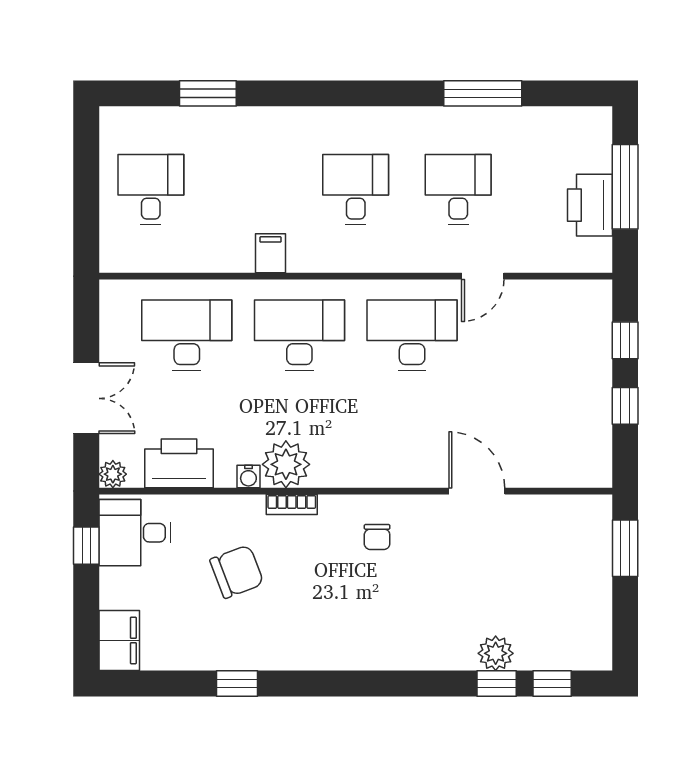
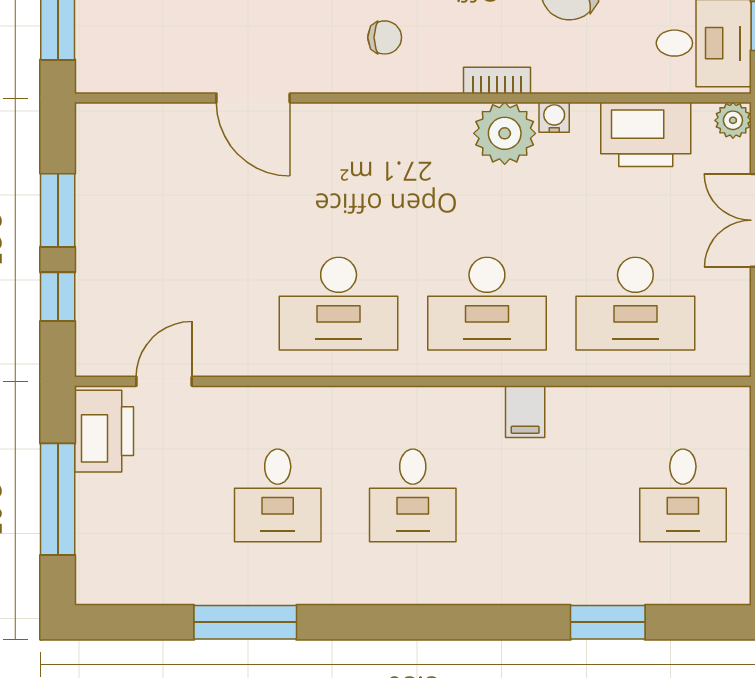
printer: (590, 205) -> (104, 431), moved
door: (483, 276) -> (164, 381), moved
window: (625, 406) -> (58, 210), width x1.50
chair: (377, 537) -> (385, 37), turned 90

